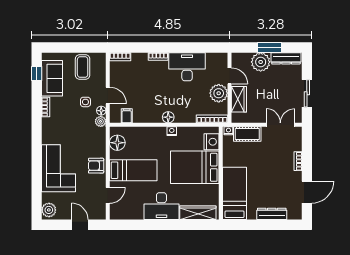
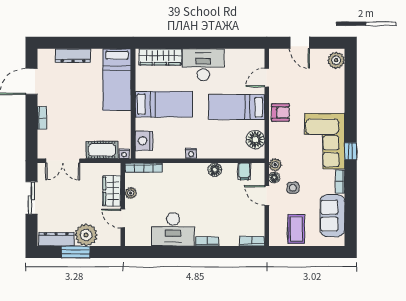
window: (37, 73) -> (351, 151), moved
plant: (219, 93) -> (131, 193), width x0.53, depth x0.53
floor lamp: (168, 117) -> (215, 170), moved
bed: (195, 167) -> (164, 104), width x0.67
corner sofa: (58, 168) -> (325, 141), moved

